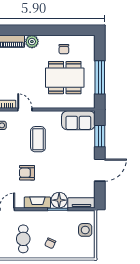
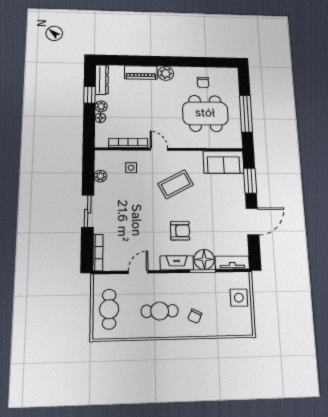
coffee table: (38, 139) -> (176, 184), turned 62
armchair: (27, 173) -> (180, 231), moved, turned 180
cafe table: (23, 239) -> (160, 311), turned 90

